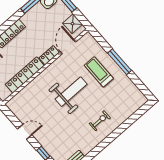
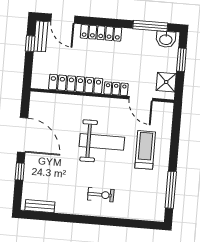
door: (68, 47) -> (141, 99), swing flipped
window: (120, 62) -> (171, 190), moved
door: (25, 132) -> (23, 135), width x1.88

